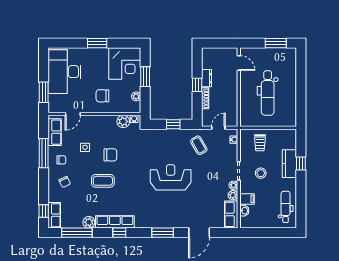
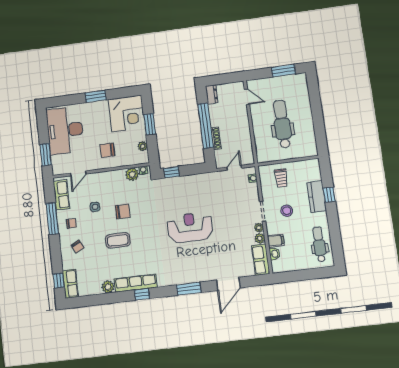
dresser: (206, 78) -> (212, 94), moved
window: (197, 85) -> (206, 126), width x3.17
dental chair: (268, 93) -> (282, 124), turned 180
window: (173, 124) -> (172, 172), moved
coffee table: (199, 145) -> (216, 189), removed
window: (77, 233) -> (96, 300), removed

